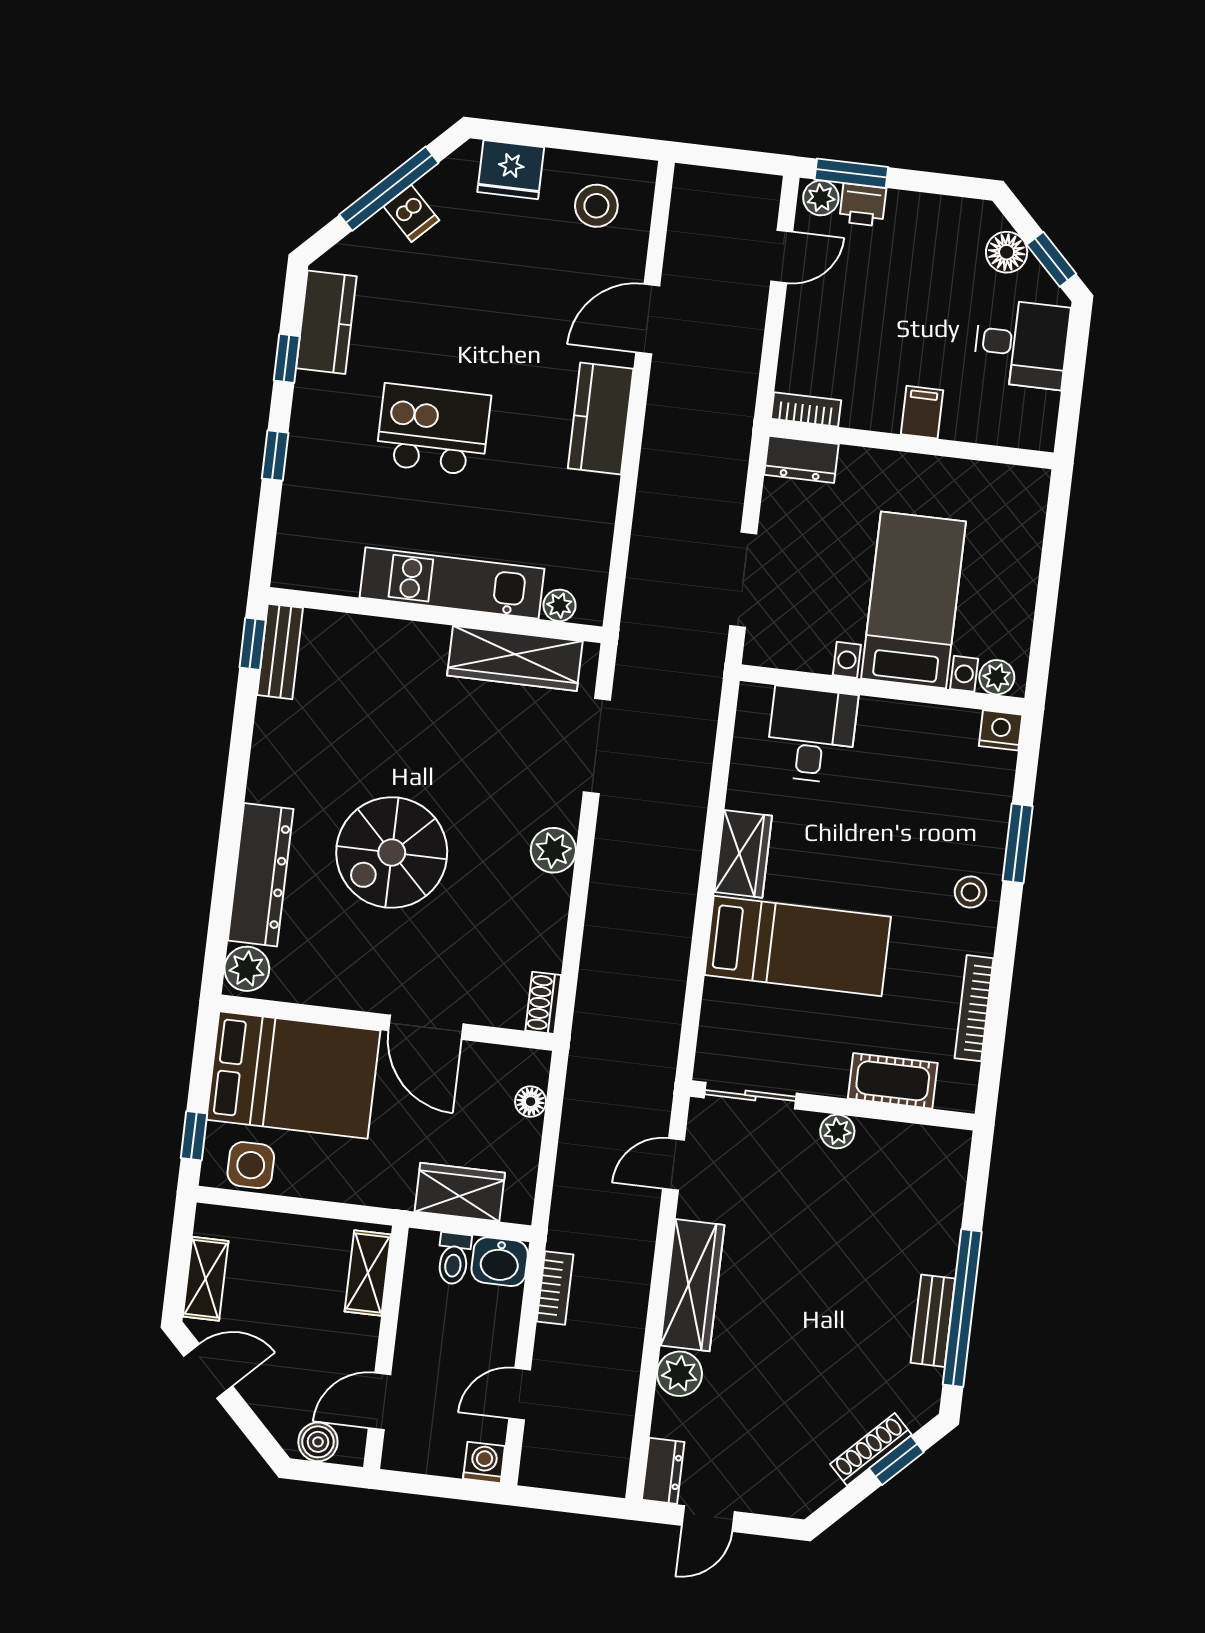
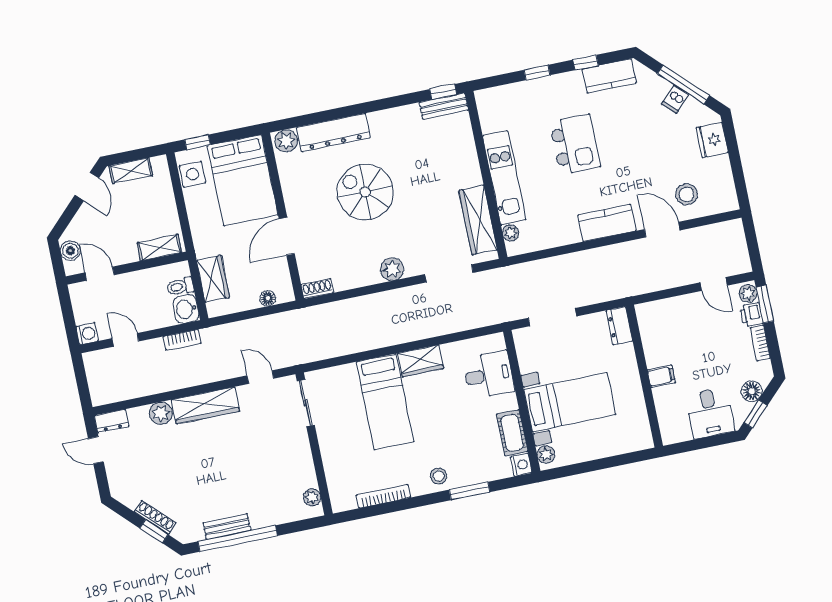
stool: (596, 206) -> (687, 194), moved
bookcase: (806, 409) -> (760, 343), moved, turned 180
cot: (893, 1081) -> (512, 433), moved
plant: (837, 1131) -> (312, 497), moved

